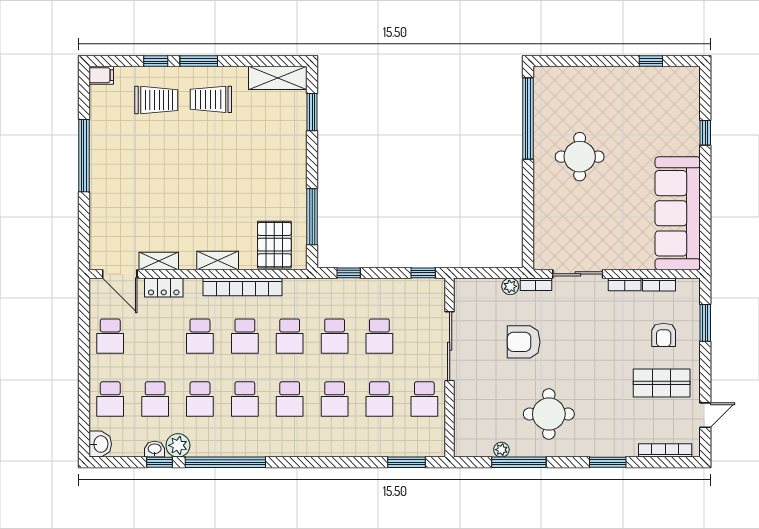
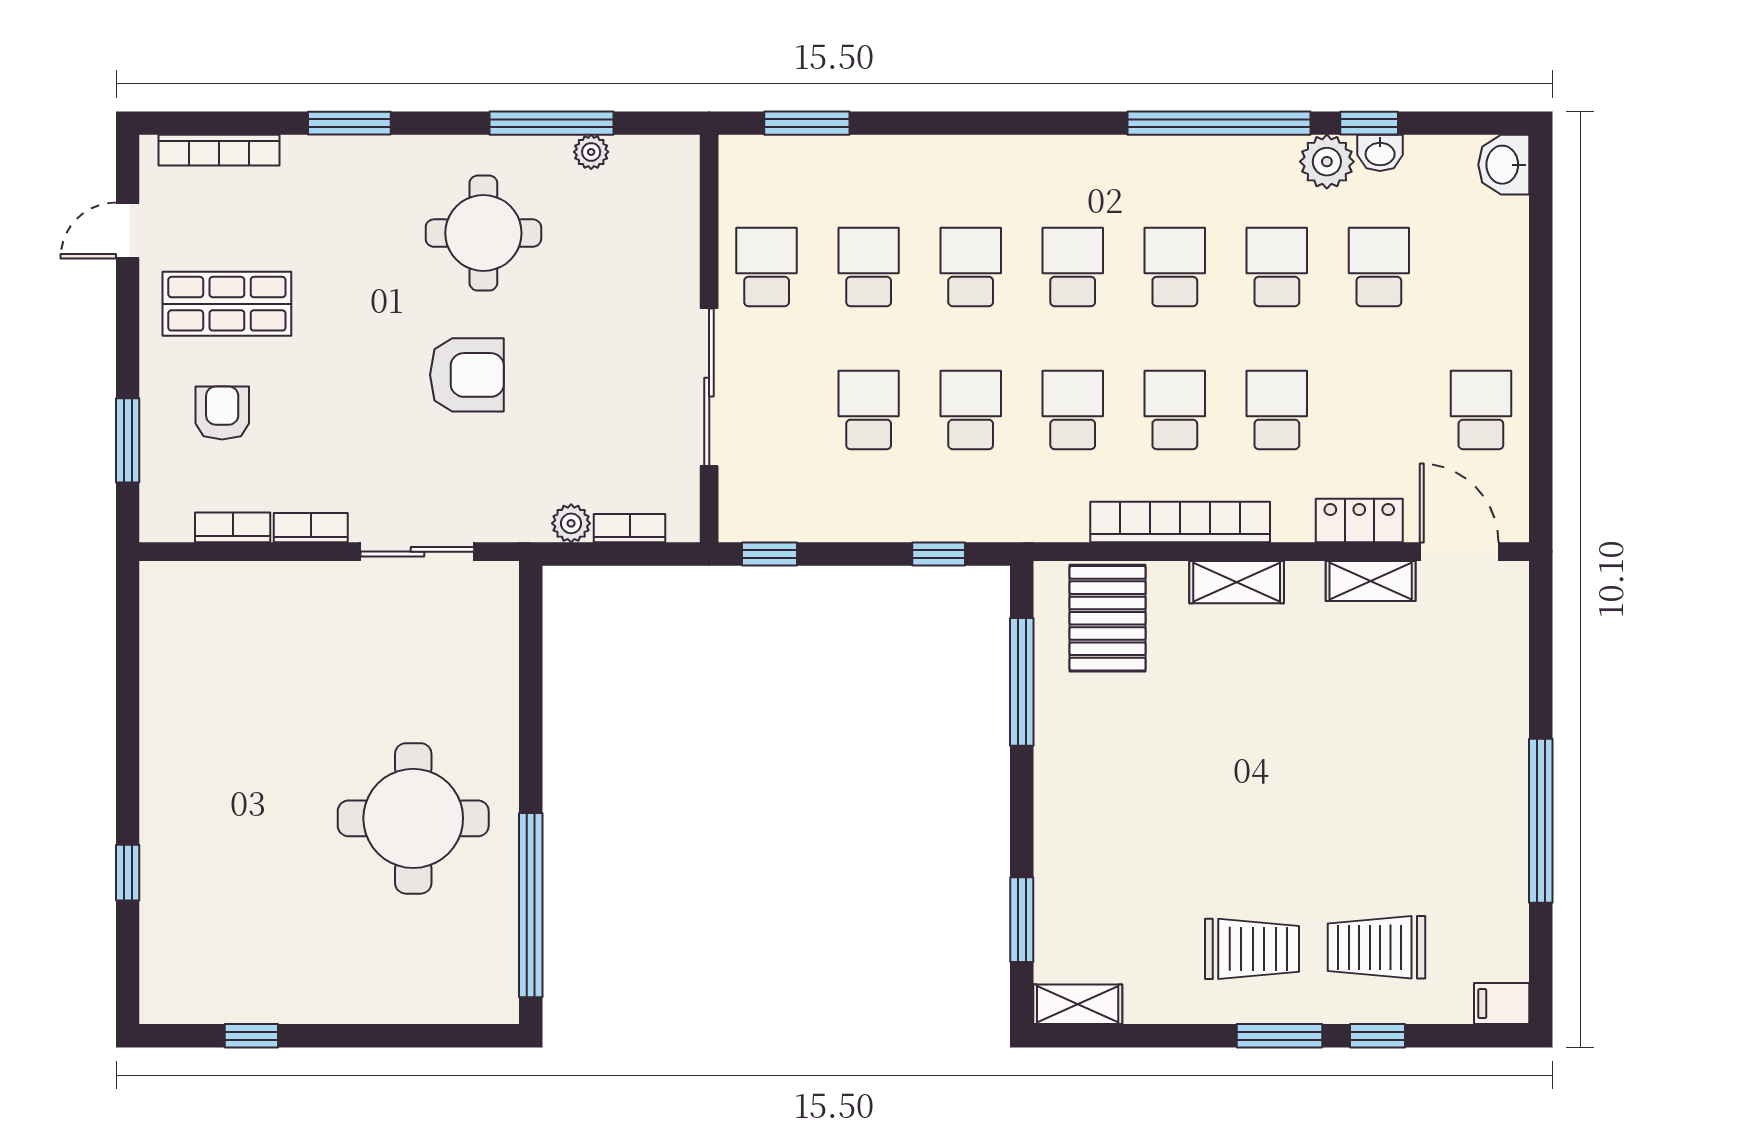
shelving: (278, 78) -> (1078, 1004), width x0.67, depth x0.75
round table: (580, 157) -> (413, 818), width x1.36, depth x1.36
sofa: (678, 213) -> (190, 690), removed
bookcase: (536, 284) -> (630, 528), moved
armchair: (524, 342) -> (467, 375), moved
school desk: (110, 399) -> (1481, 267), removed

